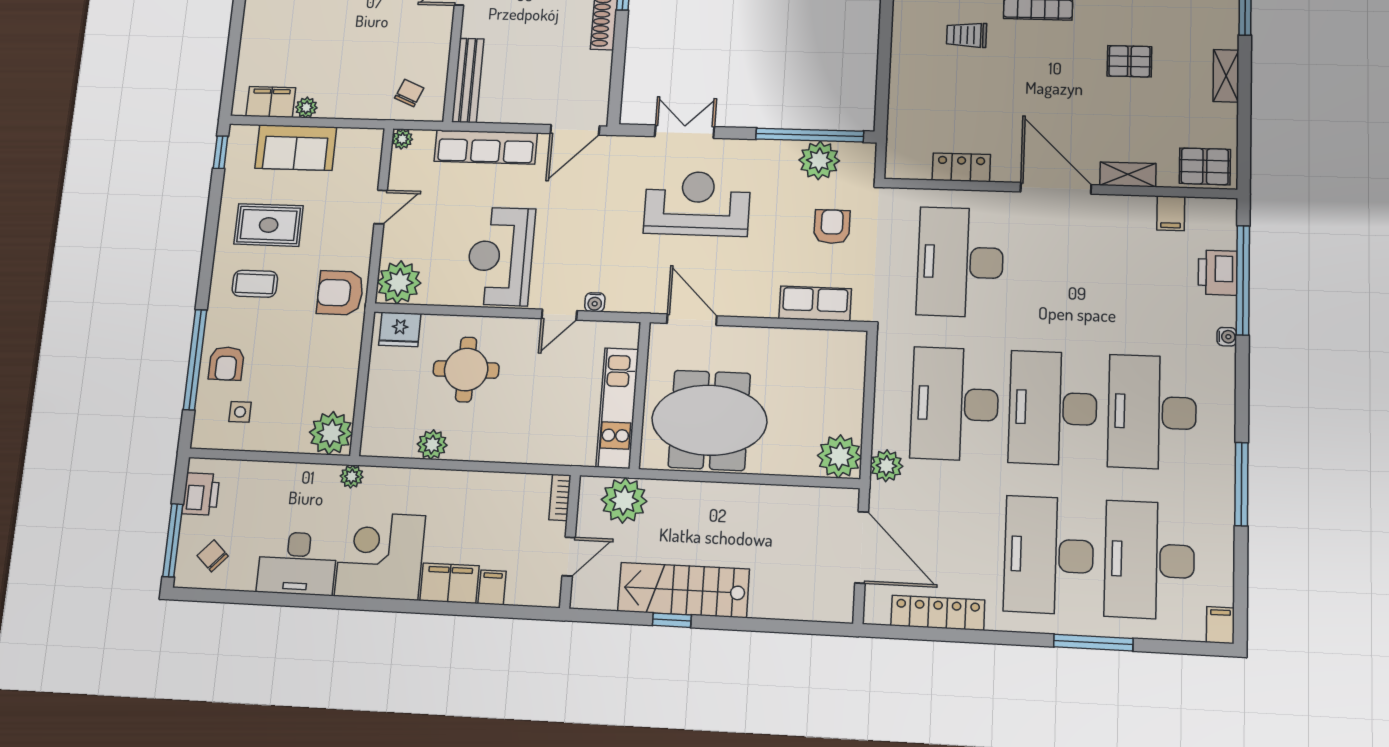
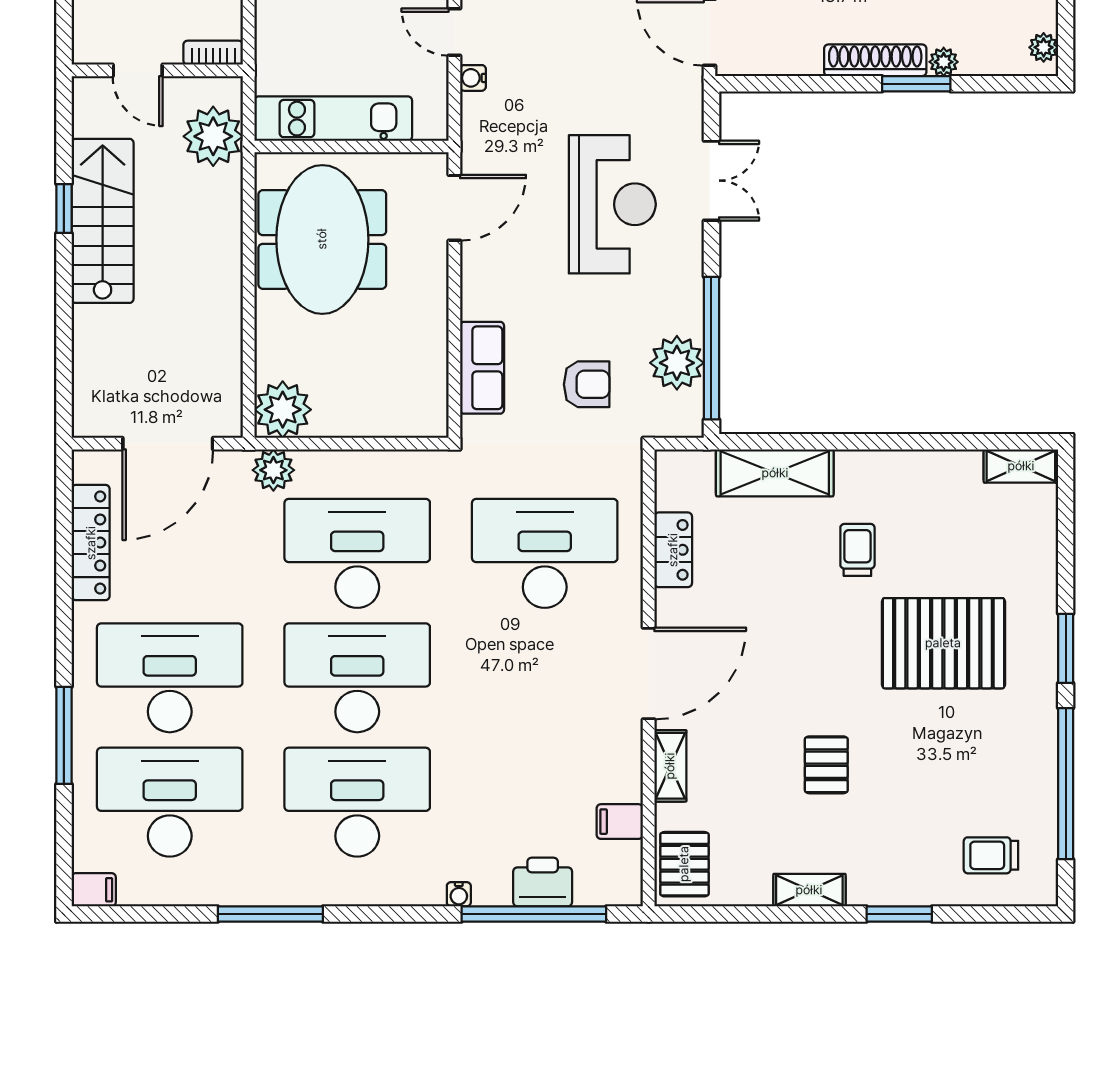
shelving: (906, 92) -> (775, 473), added

